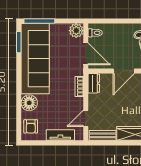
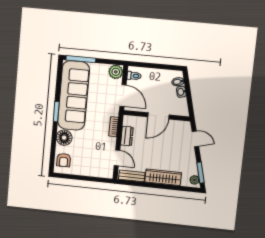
window: (19, 42) -> (56, 112), moved
dresser: (94, 83) -> (127, 136), moved
door: (86, 118) -> (117, 158), swing flipped
tv unit: (60, 135) -> (91, 171), removed

